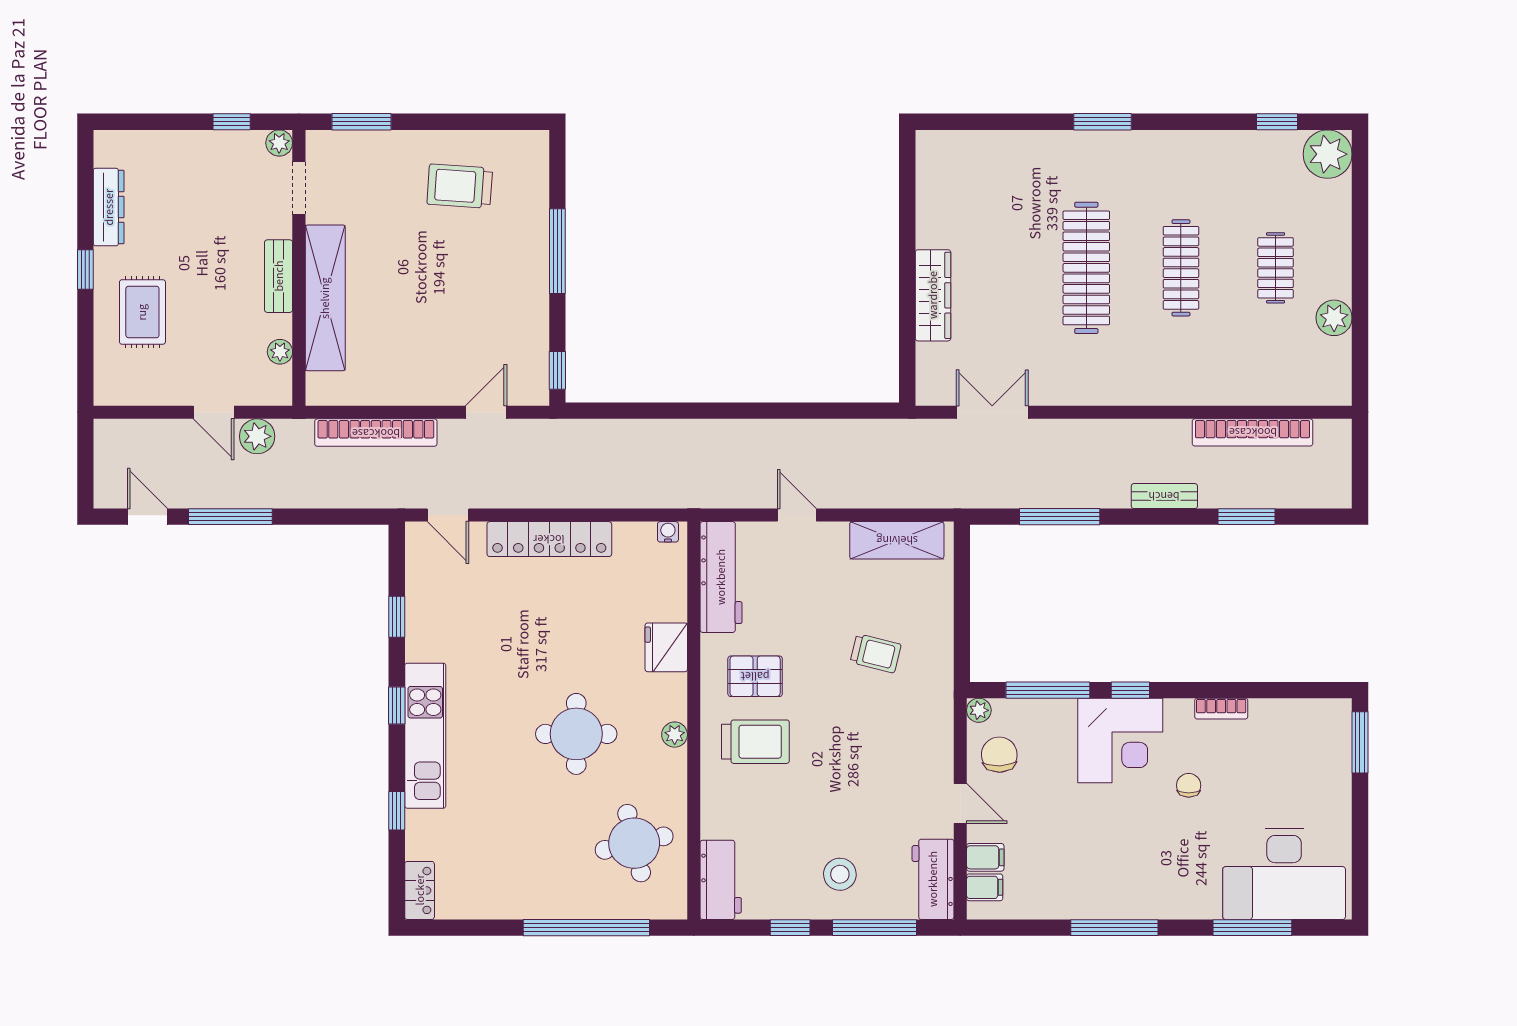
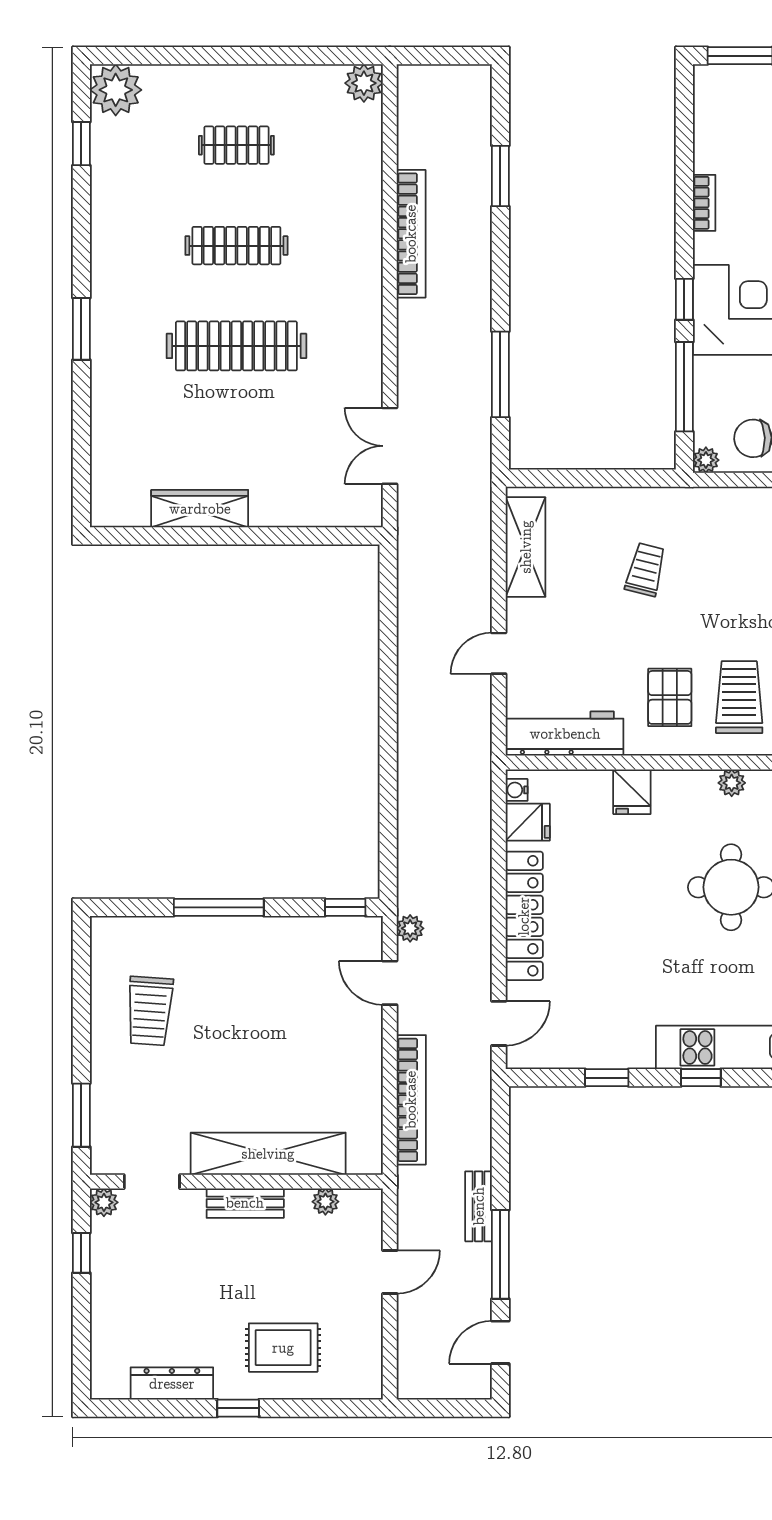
wardrobe: (933, 295) -> (200, 509), moved
plant: (1334, 318) -> (364, 83), moved
bookcase: (1253, 432) -> (411, 234), moved
plant: (257, 436) -> (410, 928), moved, width x0.73, depth x0.73
bench: (1164, 496) -> (479, 1206), moved
fridge: (638, 542) -> (528, 822), added
fridge: (666, 647) -> (632, 792), width x0.72

